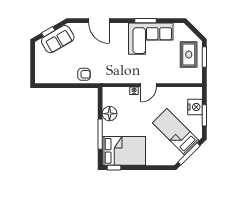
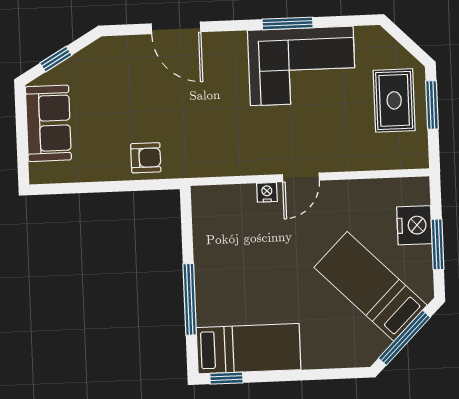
sofa: (58, 39) -> (48, 123), moved, turned -60
floor lamp: (110, 114) -> (210, 249), removed
bed: (124, 151) -> (249, 349), width x0.67

